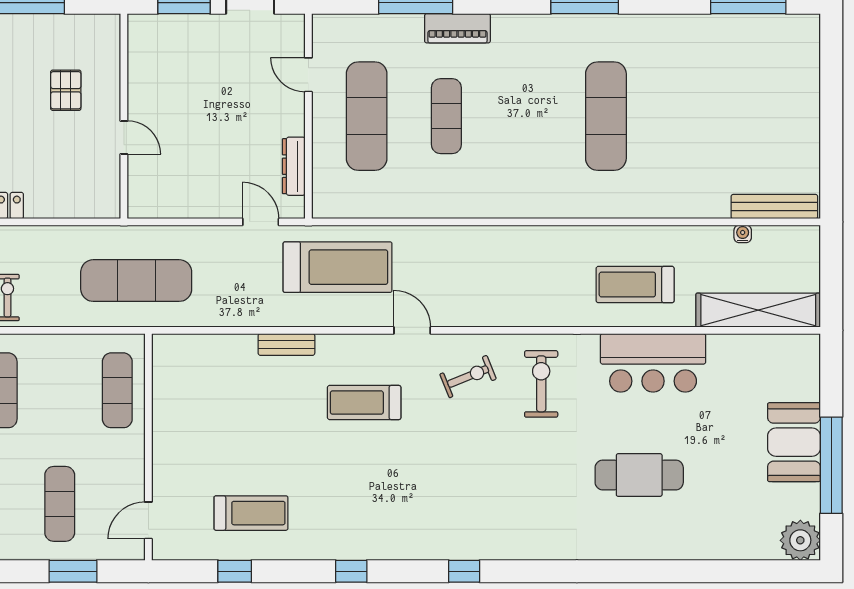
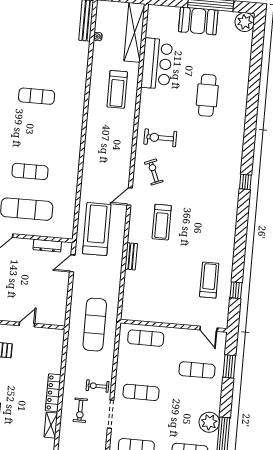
exercise mat: (606, 116) -> (37, 96), width x0.73, depth x0.69
bar counter: (653, 363) -> (157, 64), moved
window: (351, 571) -> (241, 235), removed

